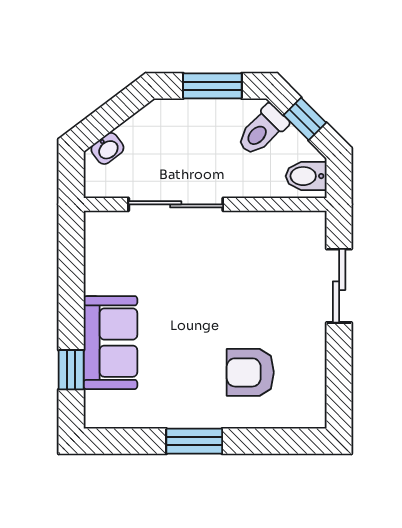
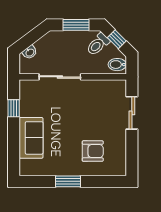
window: (71, 370) -> (14, 108), moved
armchair: (250, 372) -> (93, 151), turned 180

